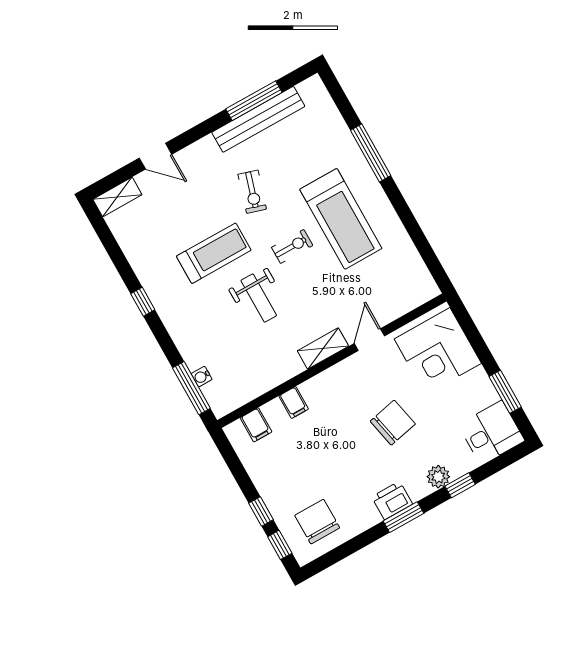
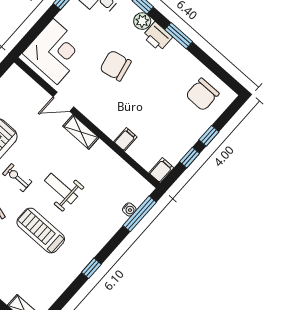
weight bench: (259, 298) -> (61, 189), turned -90
filing cabinet: (256, 425) -> (161, 170), moved
printer: (392, 500) -> (157, 37), moved
window: (280, 545) -> (190, 158), moved

